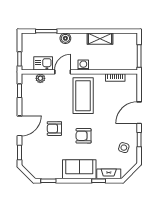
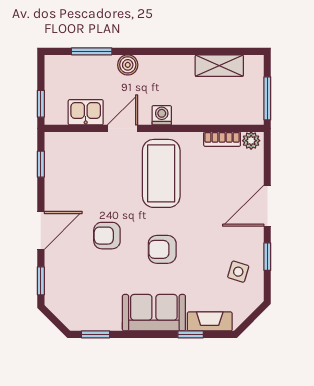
shelving: (100, 39) -> (219, 66), moved
plant: (40, 78) -> (251, 141), moved

